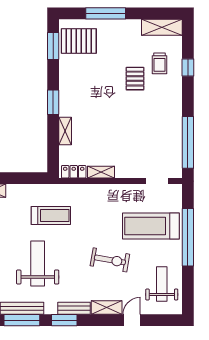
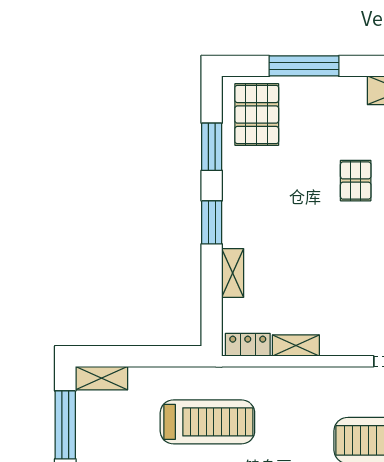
pallet: (79, 41) -> (257, 115), turned 90
window: (53, 46) -> (212, 147), moved
treadmill: (51, 216) -> (207, 422), width x1.37, depth x1.38

